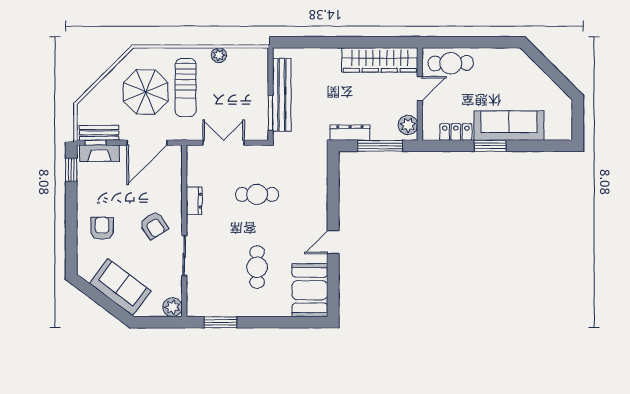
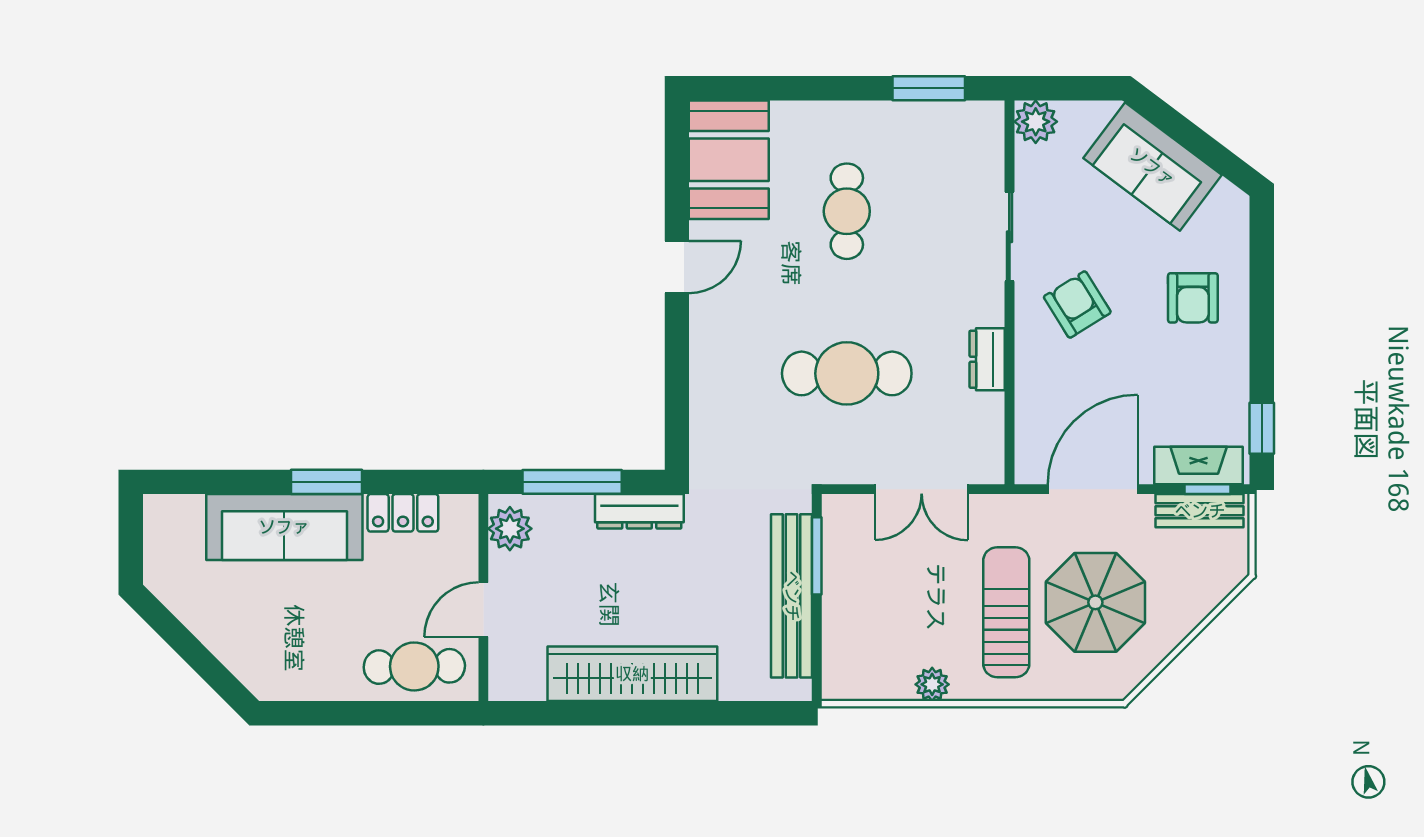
wardrobe: (380, 60) -> (632, 674), moved
cafe table: (257, 194) -> (847, 373), width x1.37, depth x1.35

